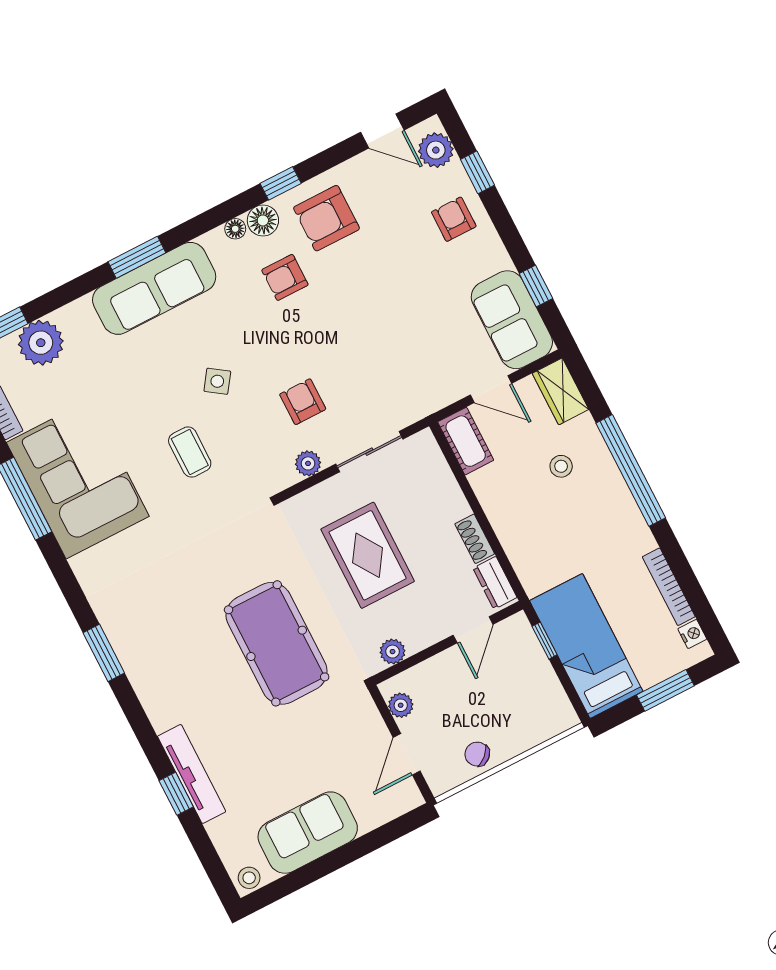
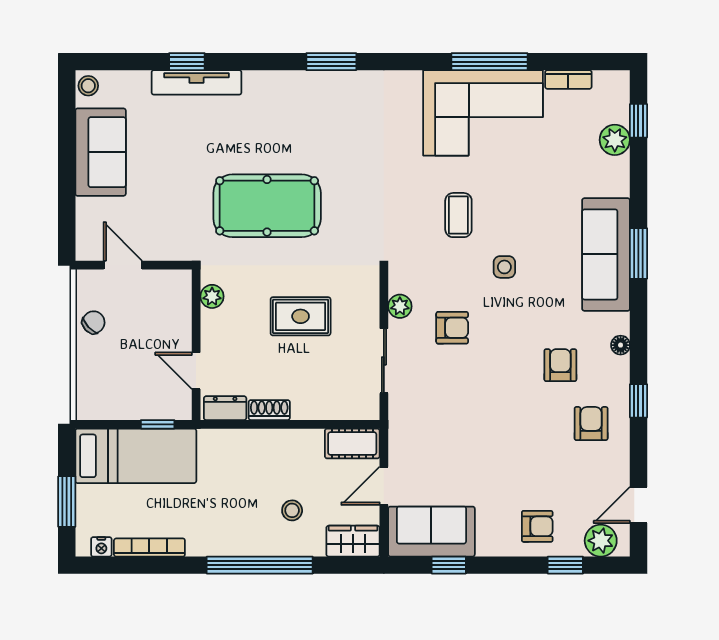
armchair: (327, 218) -> (591, 424), width x0.72, depth x0.72
floor lamp: (263, 220) -> (616, 371), removed
plant: (41, 343) -> (615, 140), width x0.73, depth x0.73
side table: (217, 381) -> (504, 267), turned -35
coffee table: (190, 452) -> (458, 215), turned 90
rug: (368, 555) -> (301, 316), width x0.73, depth x0.70
plant: (401, 705) -> (165, 281), removed

